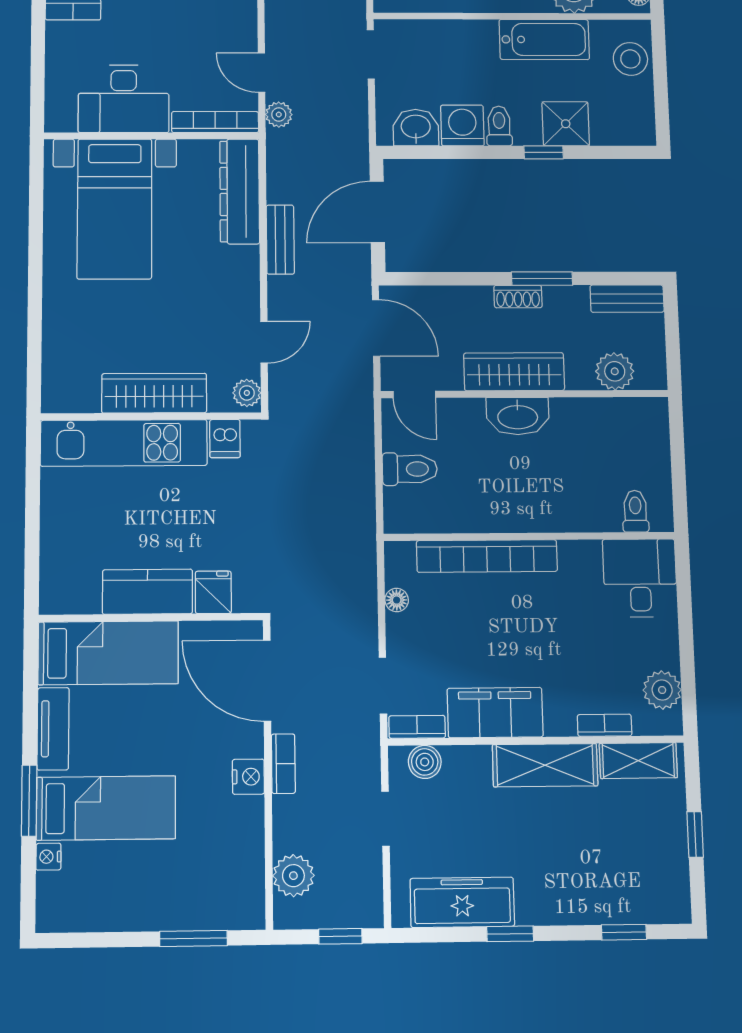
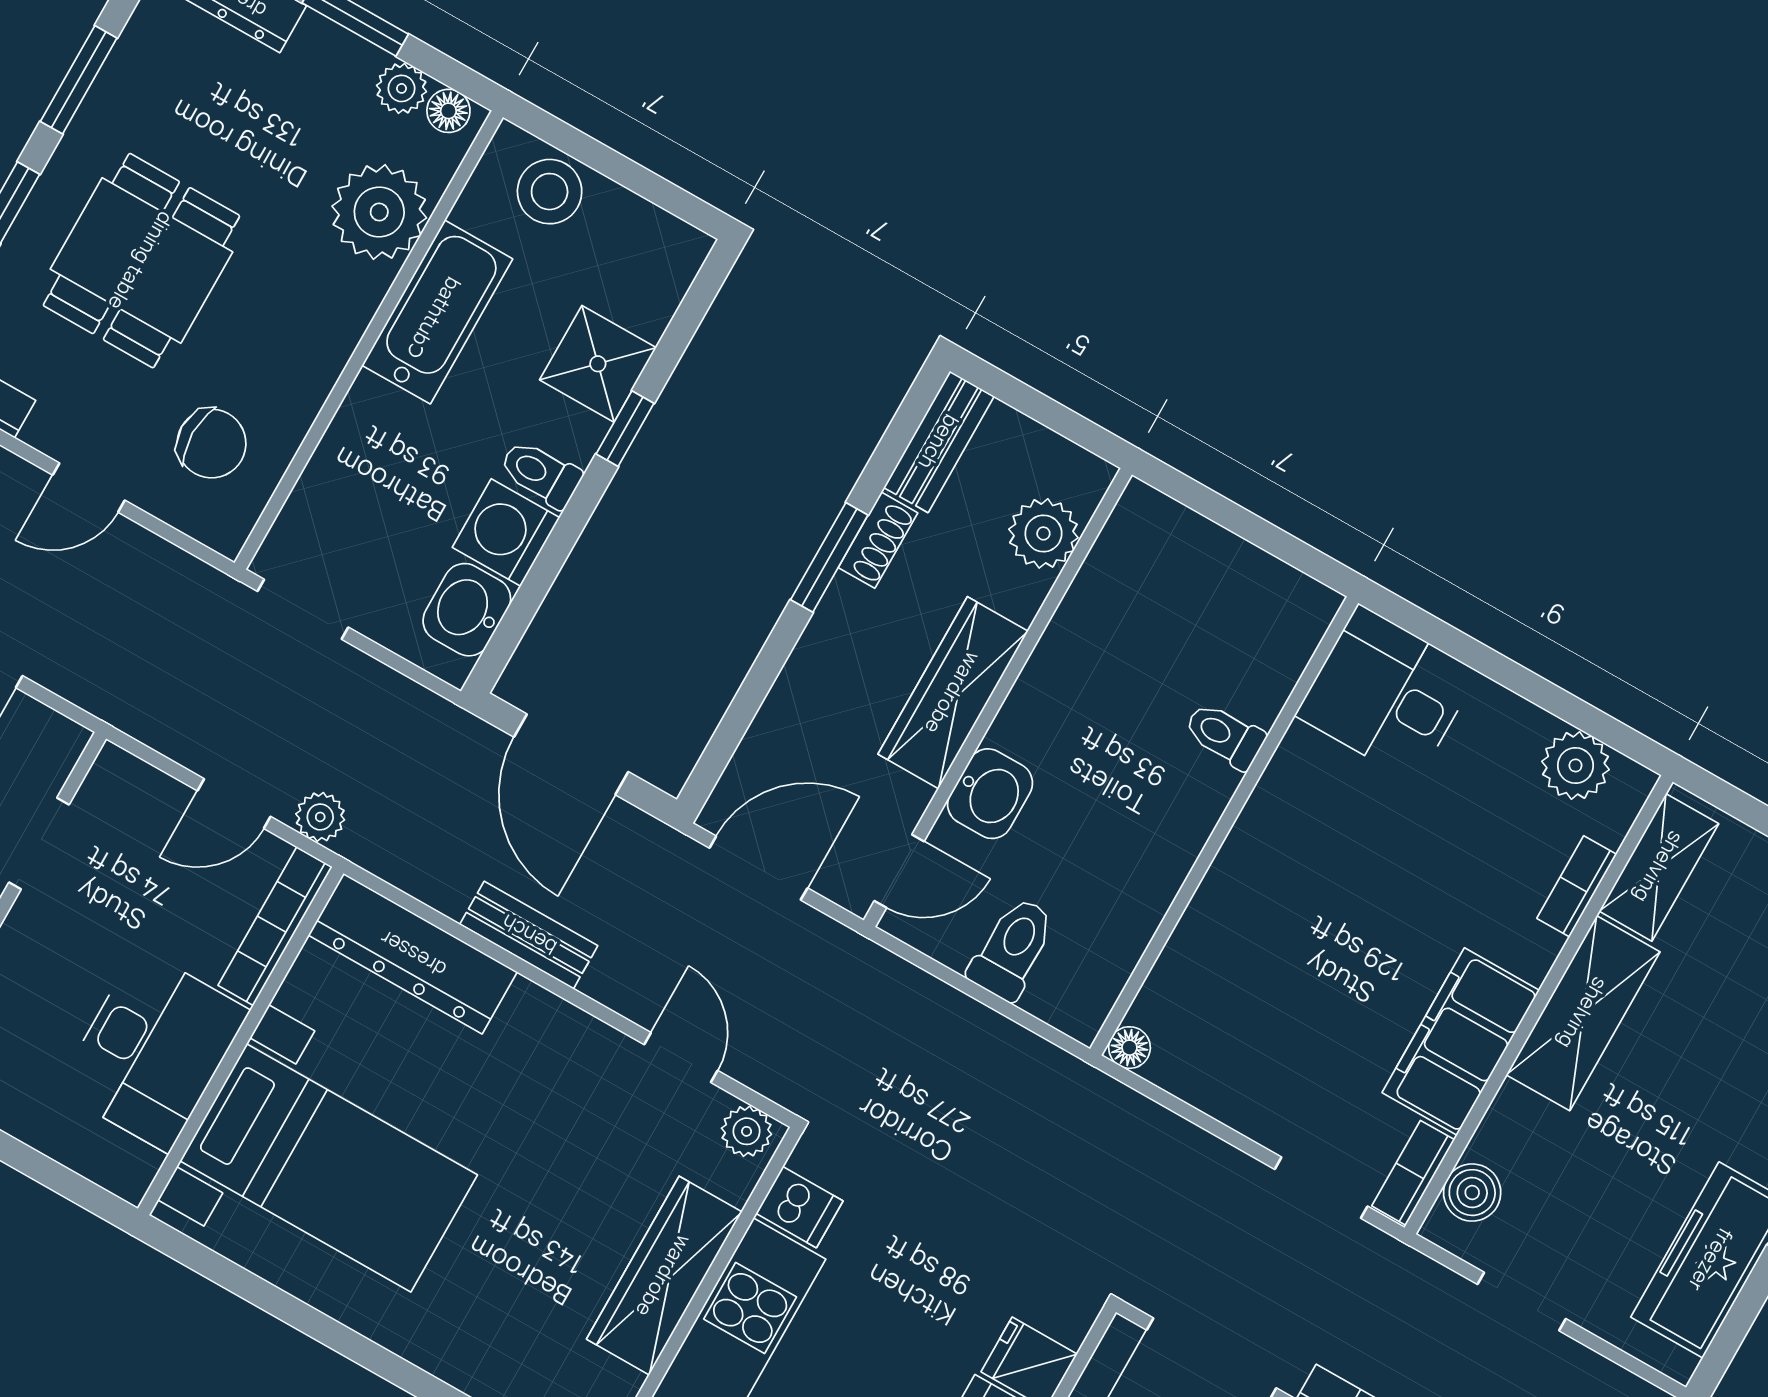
shoe rack: (518, 297) -> (878, 540), moved
washbasin: (518, 416) -> (990, 794), moved, width x0.72
toilet: (635, 511) -> (1225, 735), moved
bookcase: (487, 556) -> (1216, 910), removed
floor lamp: (397, 600) -> (1129, 1048), moved

